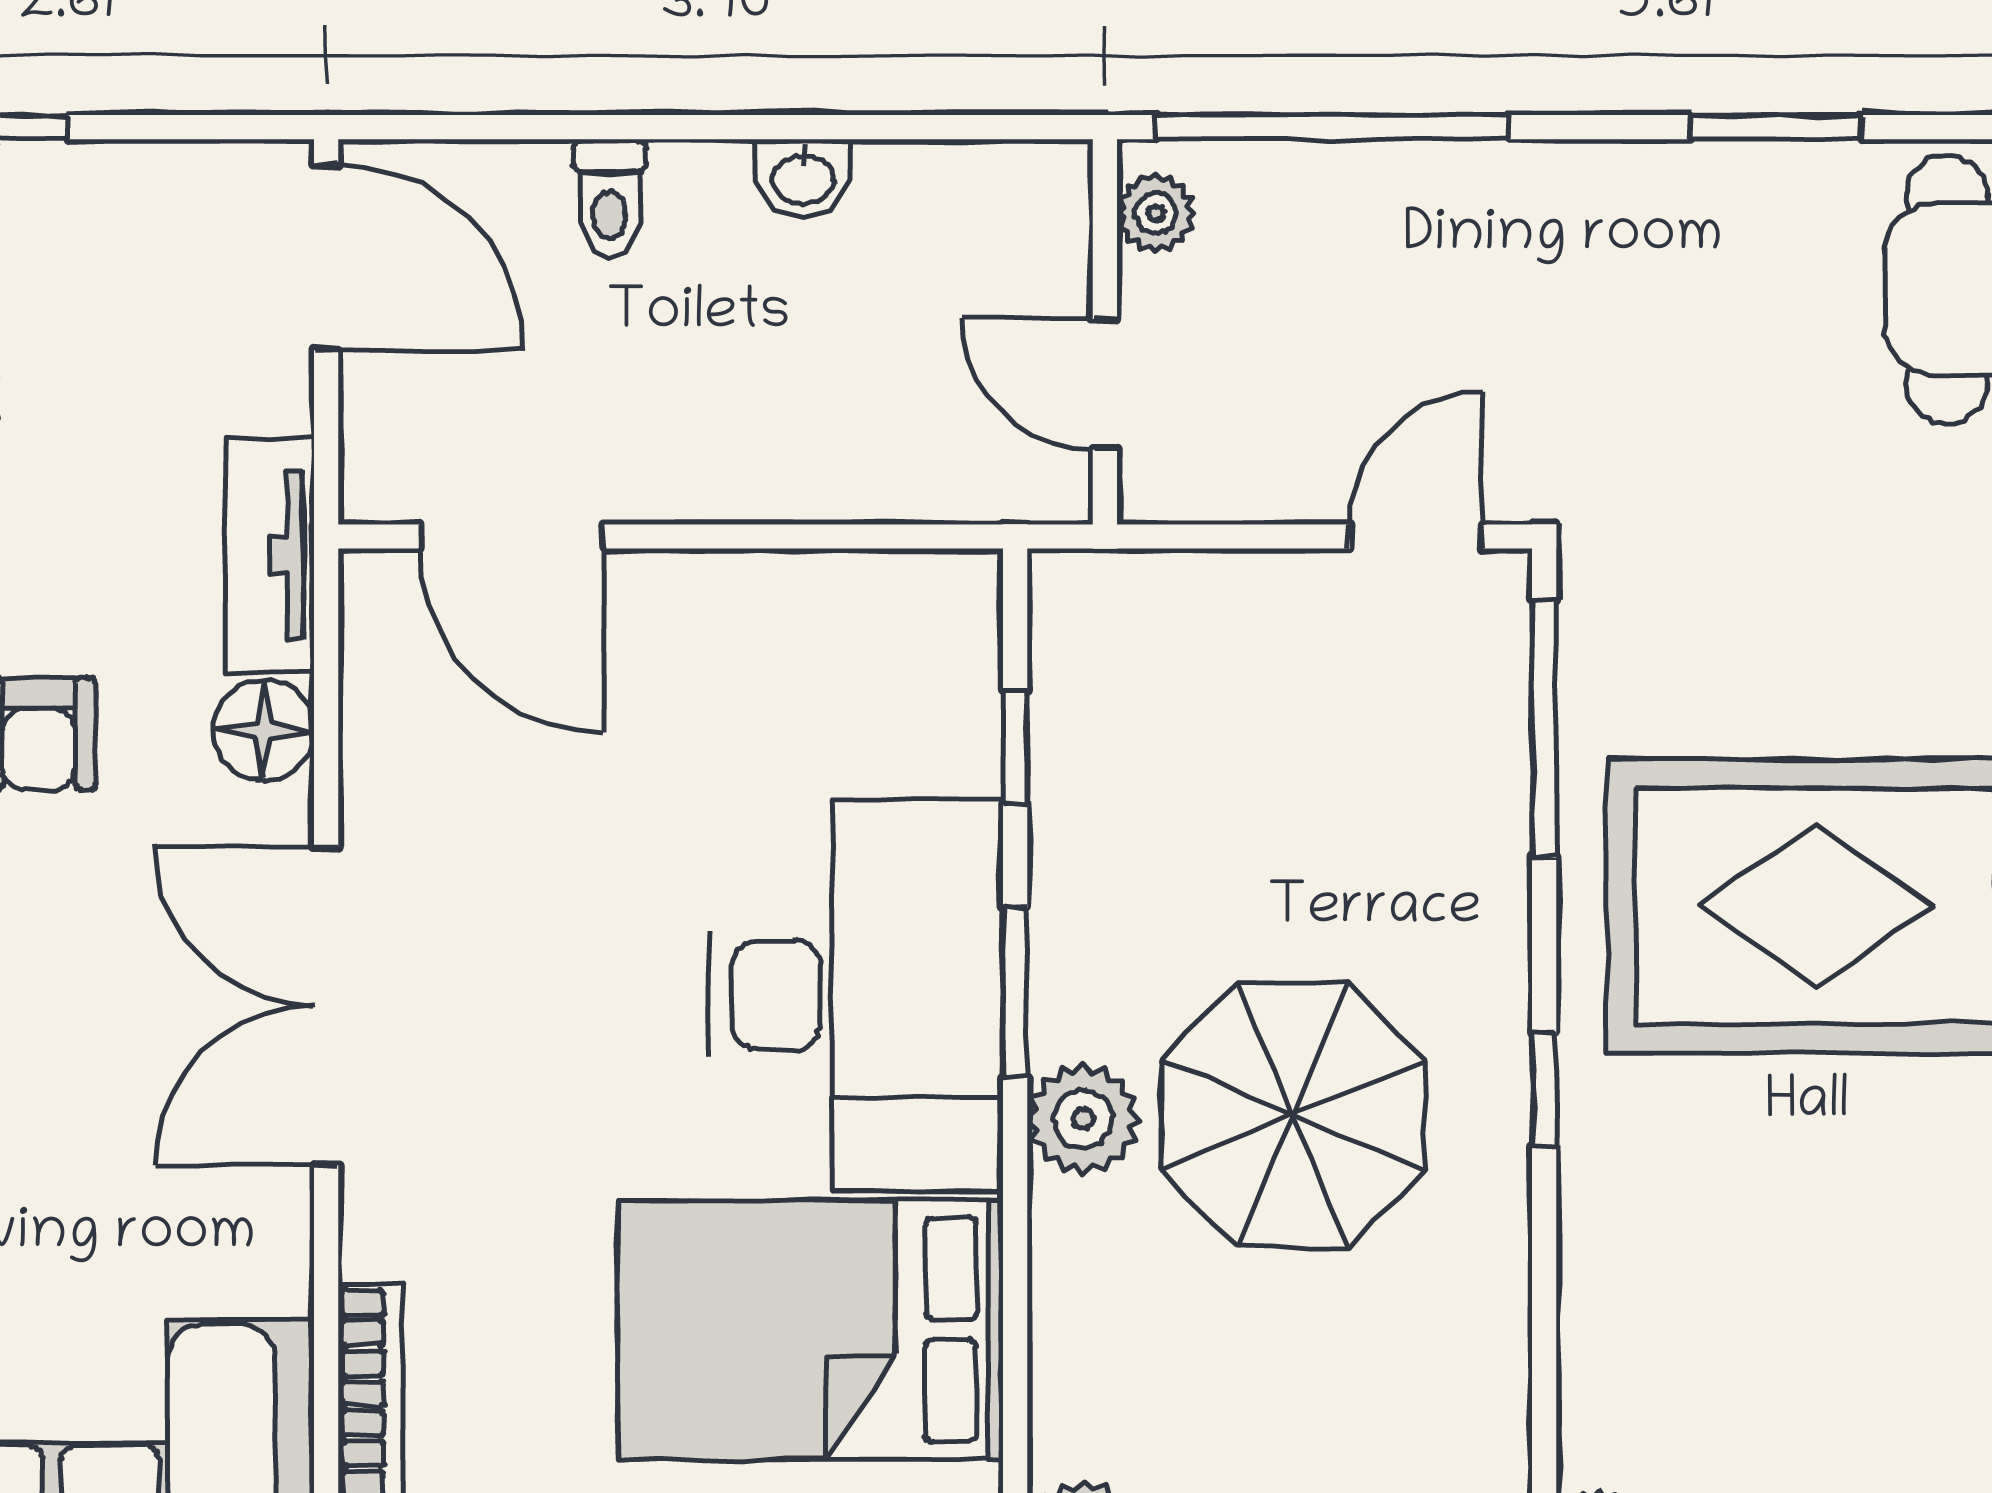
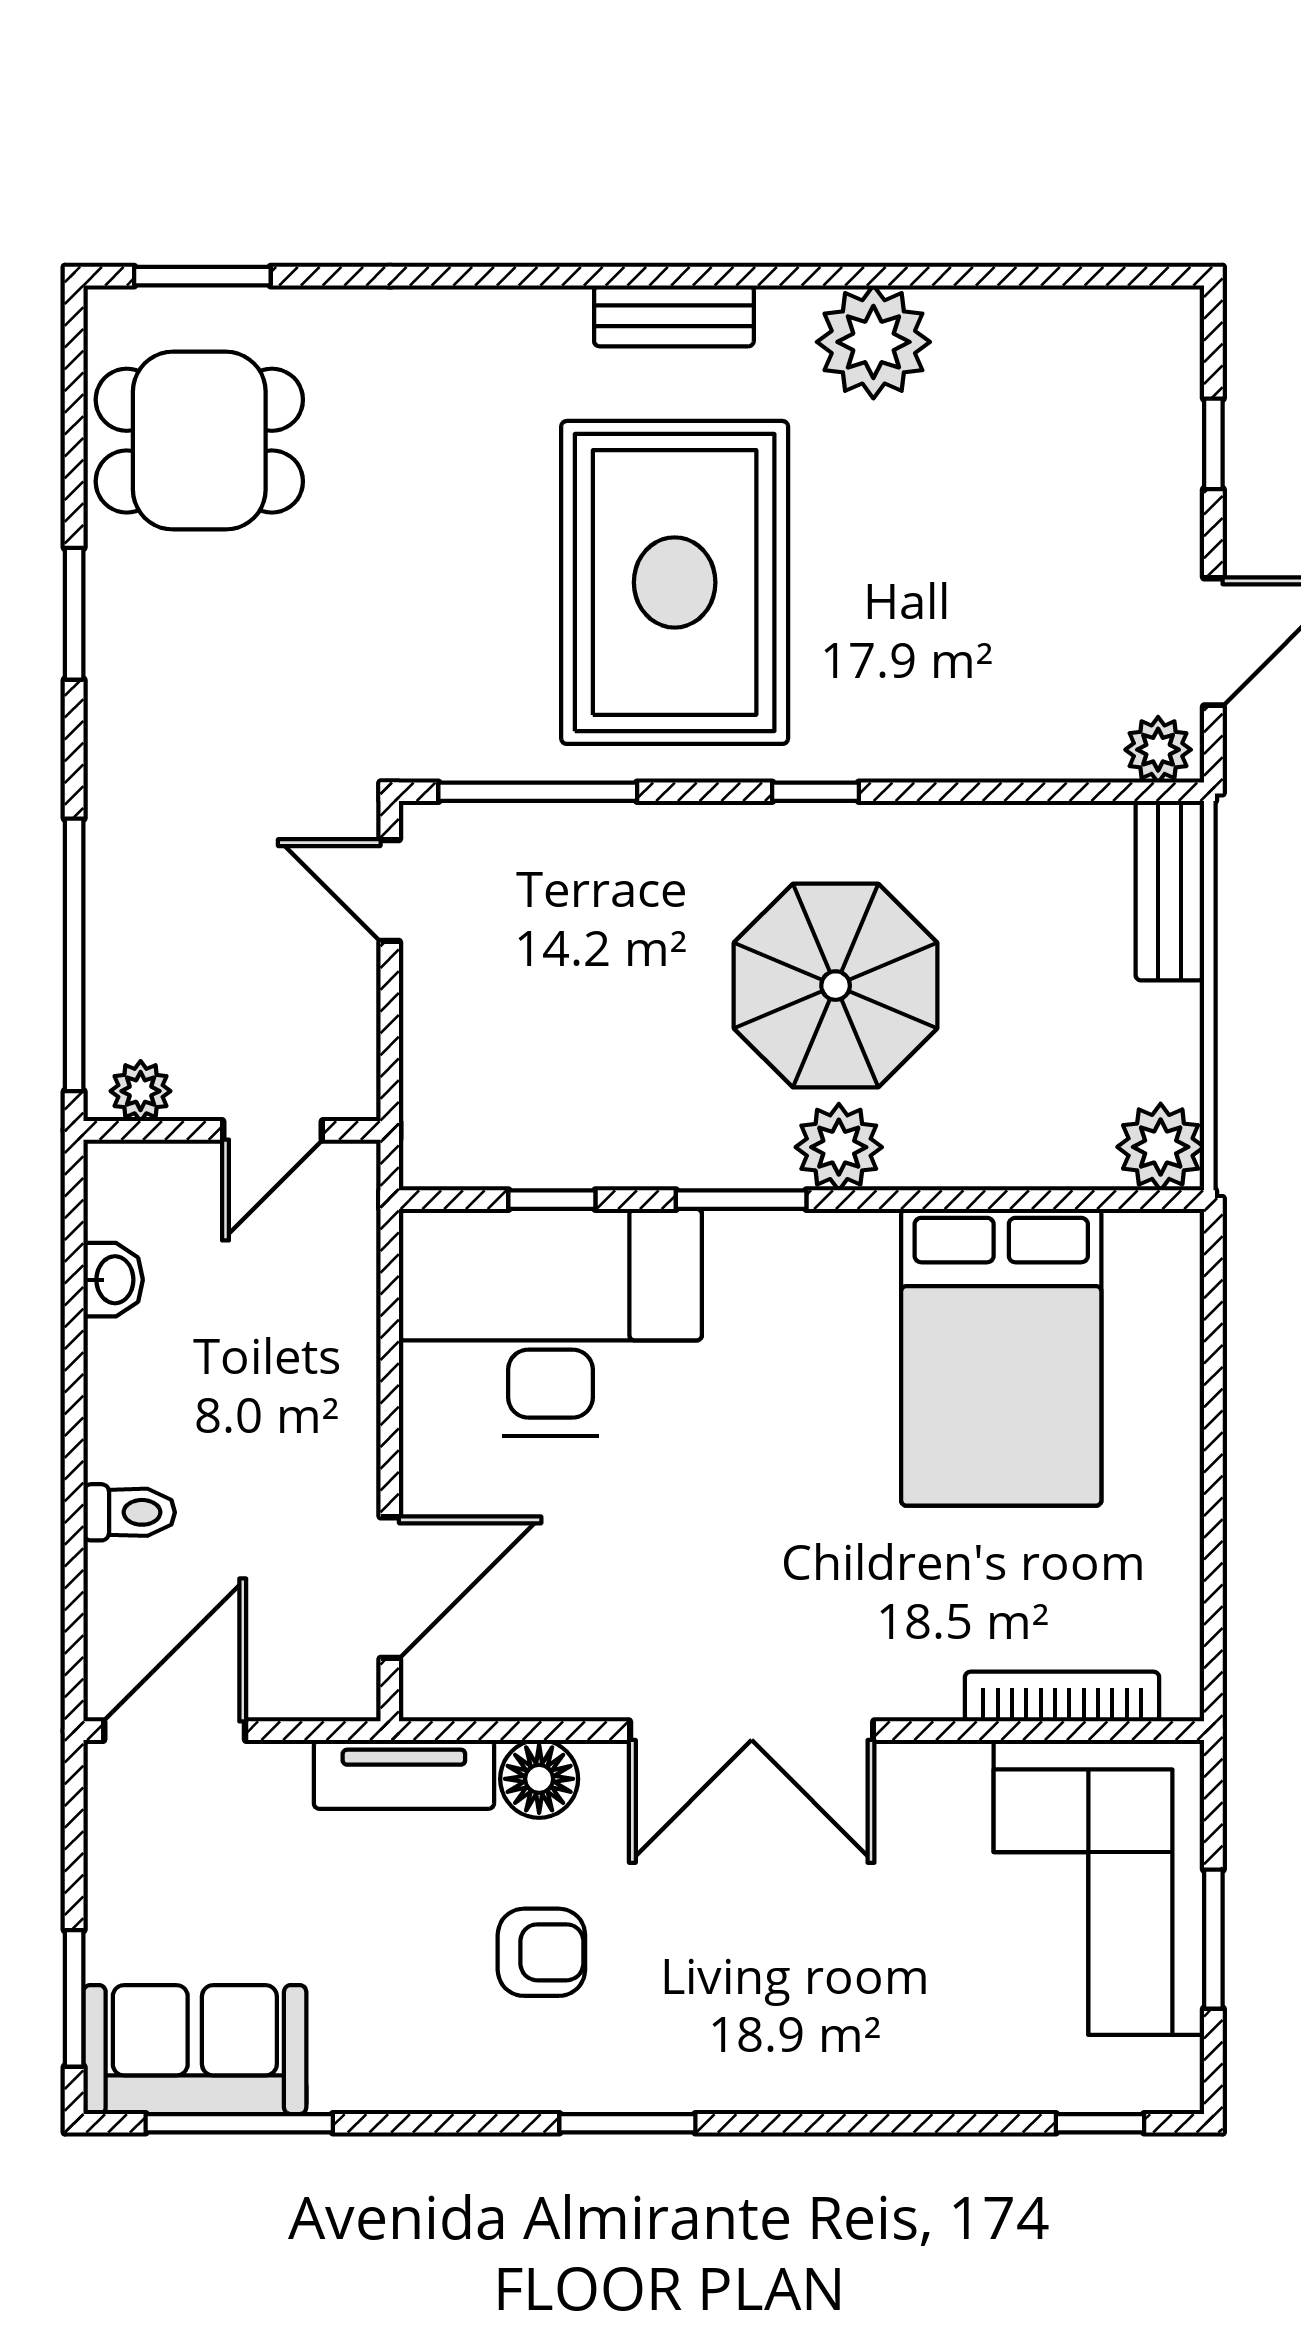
washbasin: (803, 178) -> (113, 1280), moved
desk: (856, 995) -> (550, 1322), moved

